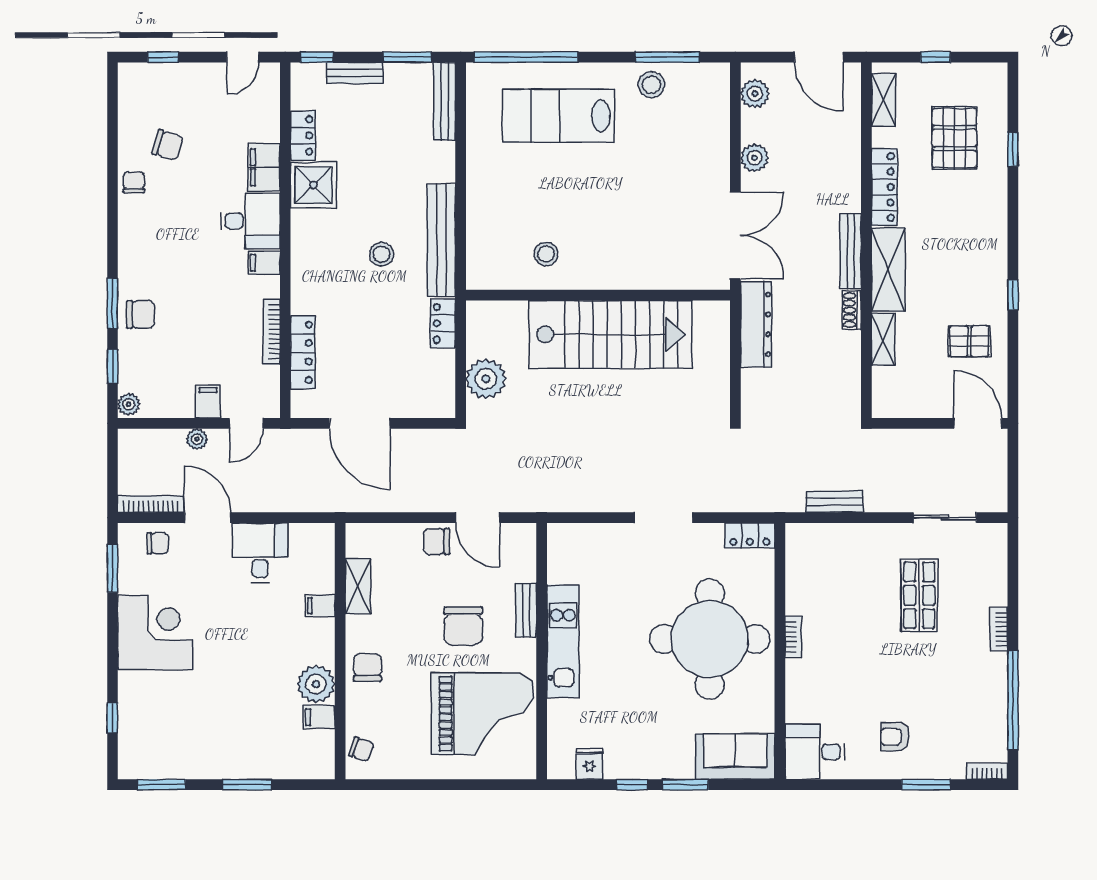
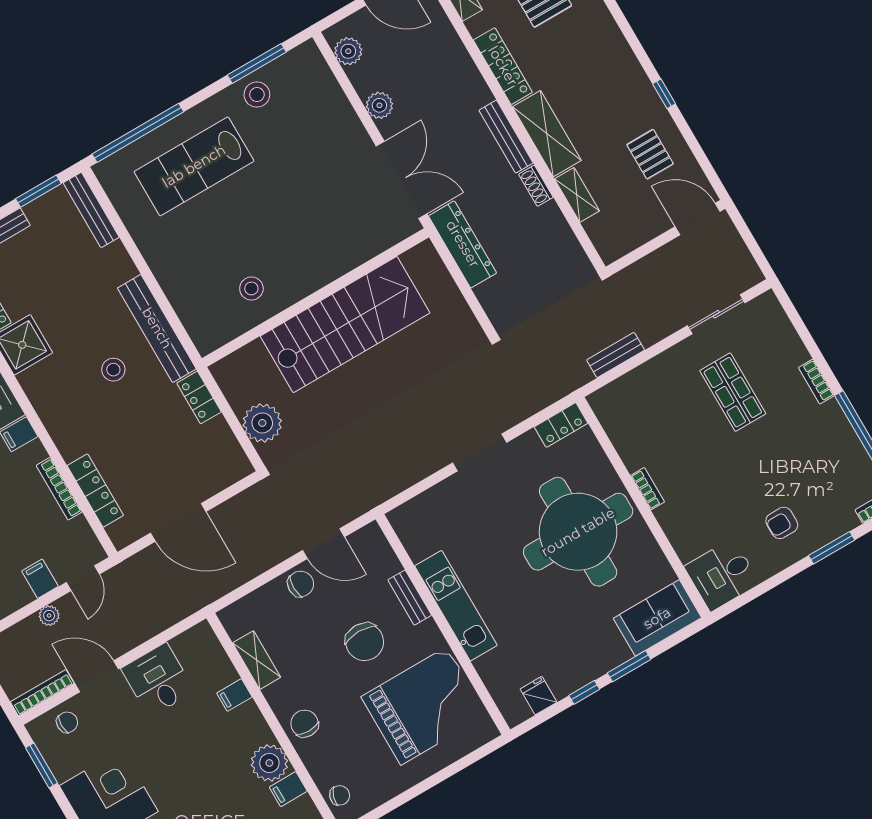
pallet: (969, 341) -> (650, 154), turned 90
chair: (436, 541) -> (301, 584), turned 180

